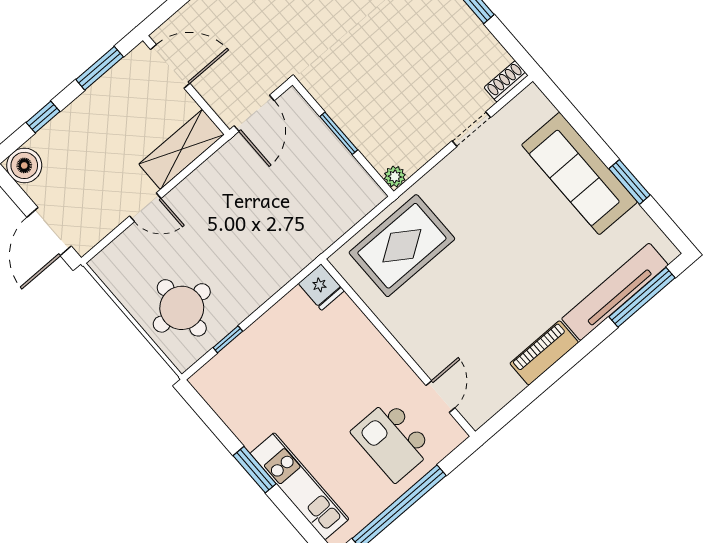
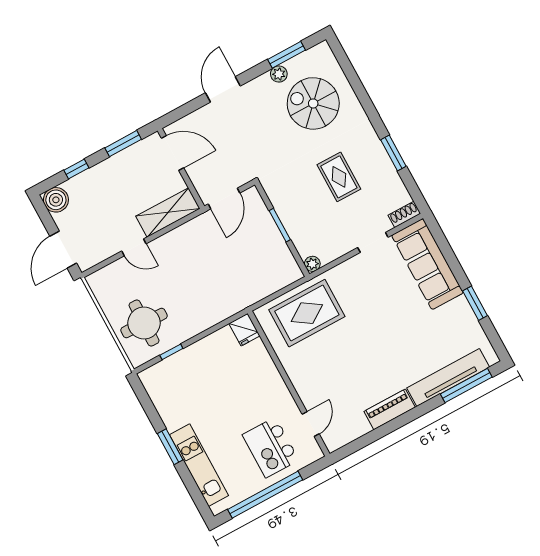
rug: (405, 49) -> (339, 177), added
sofa: (579, 173) -> (427, 264), moved

